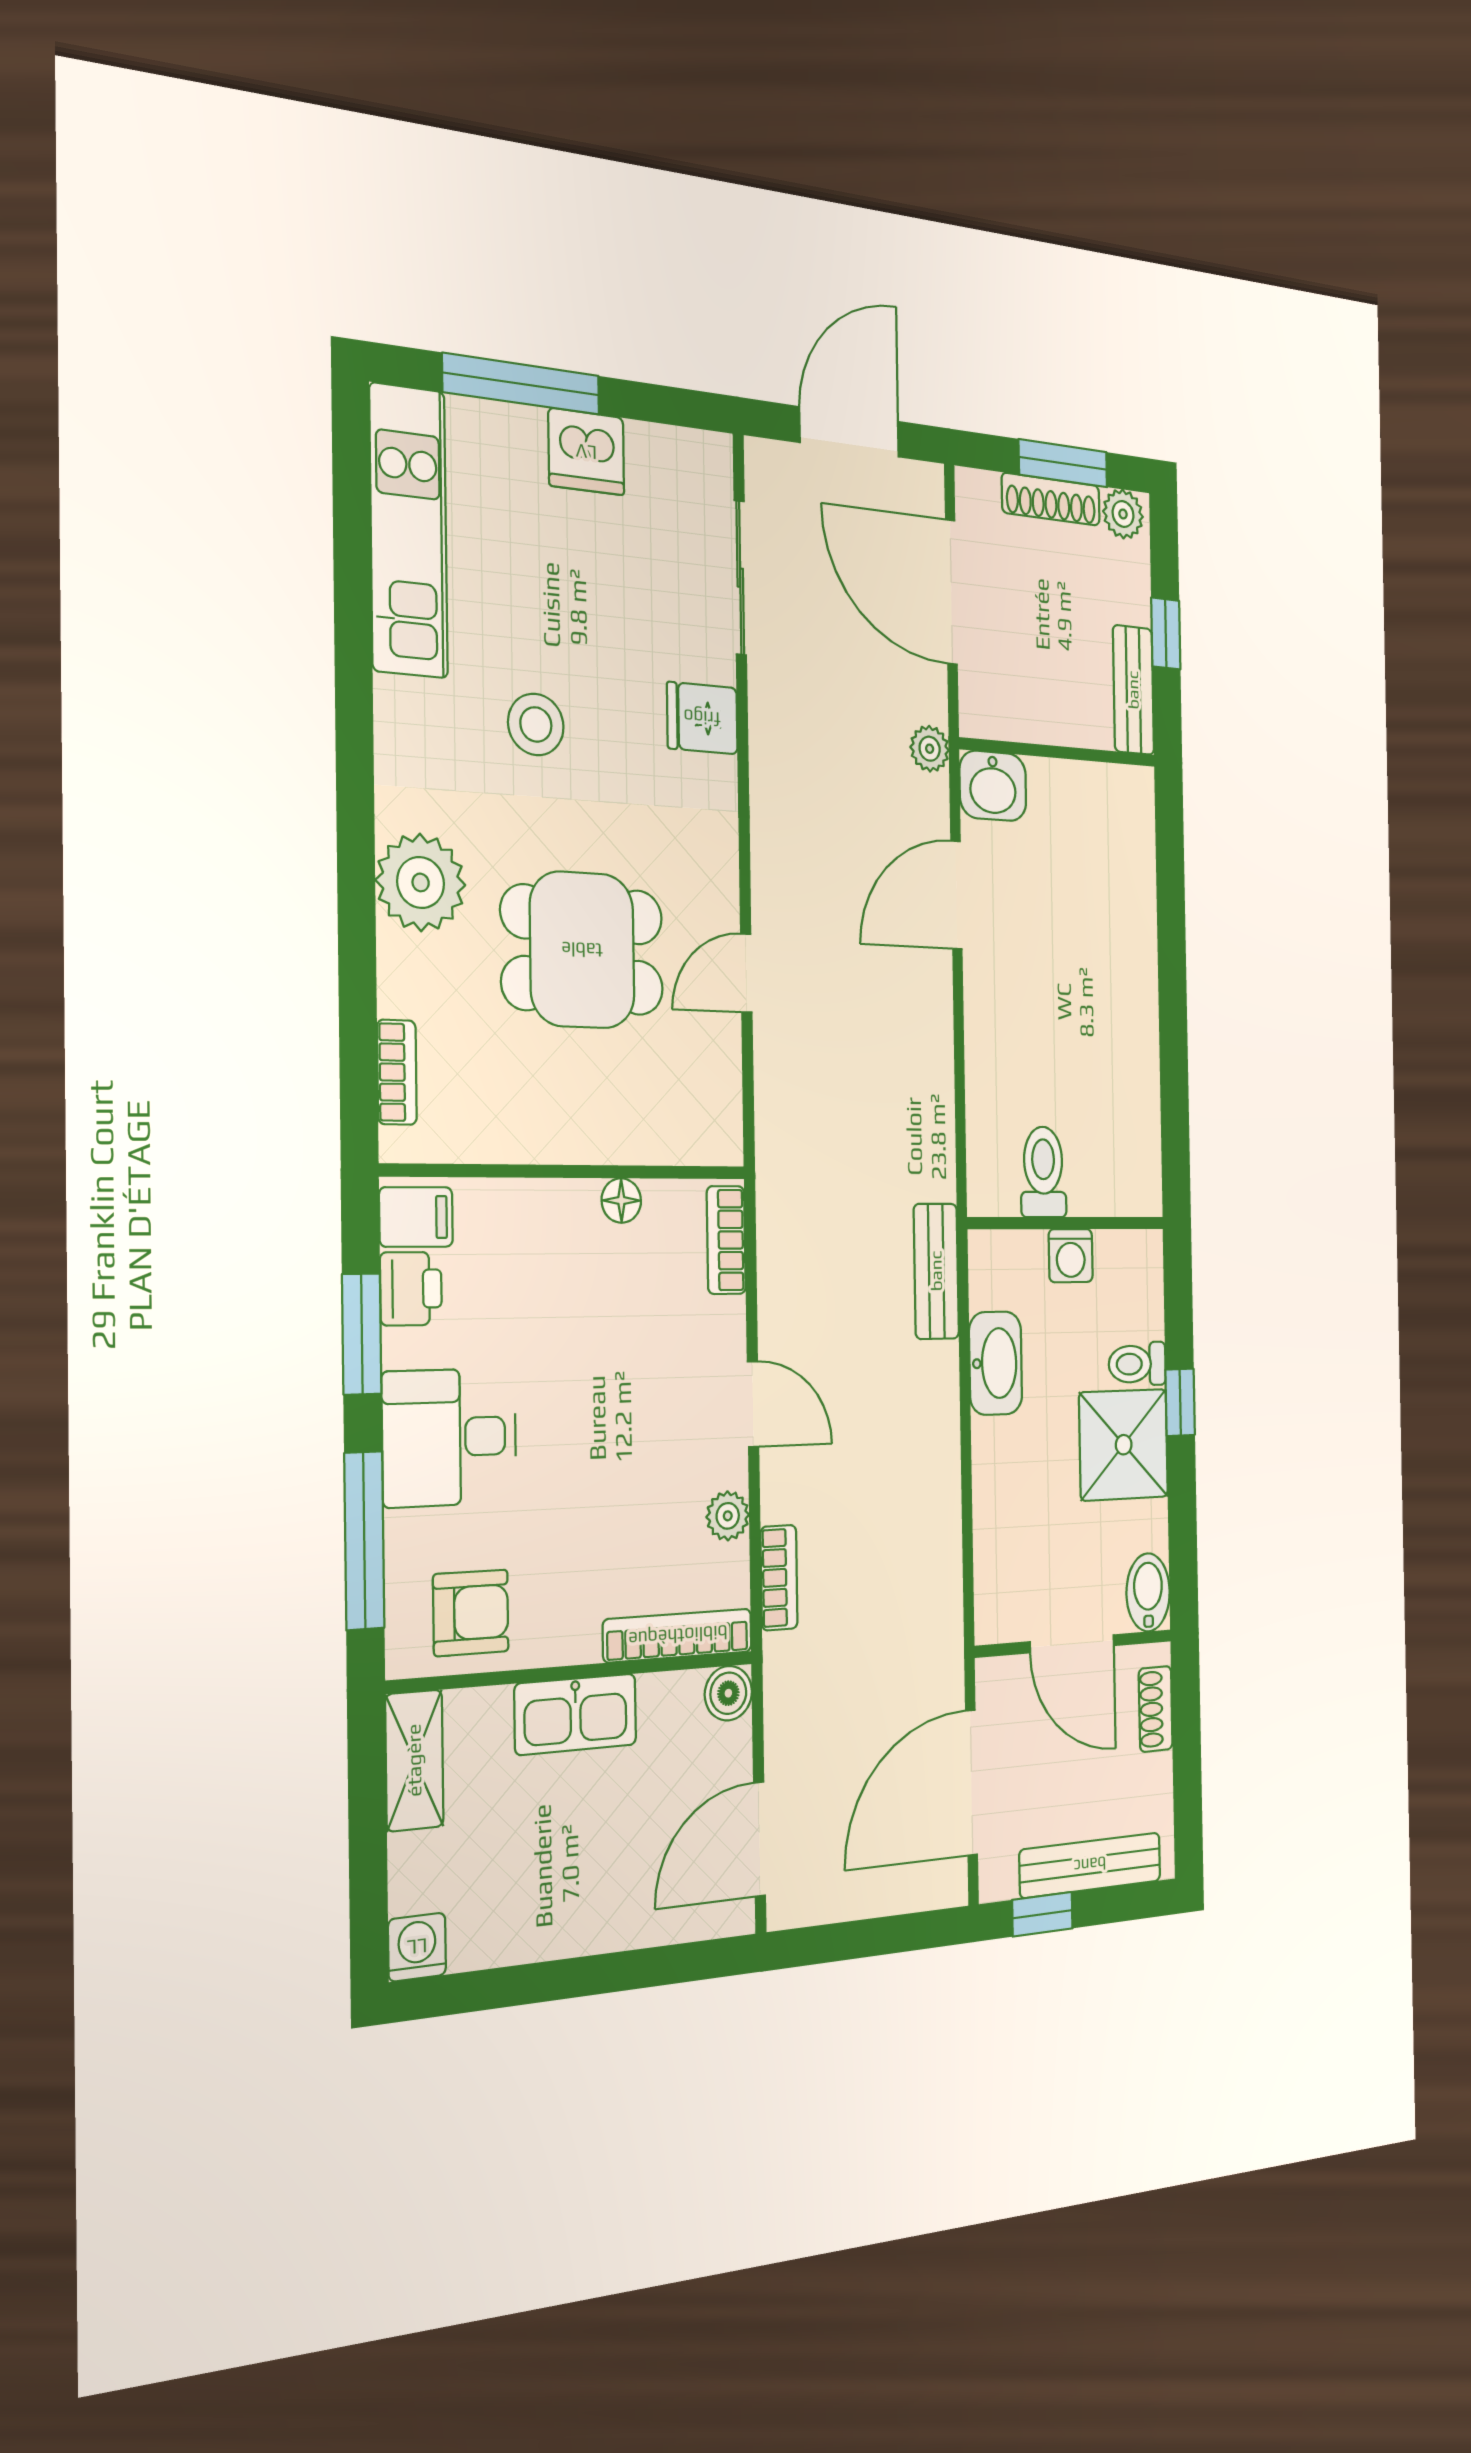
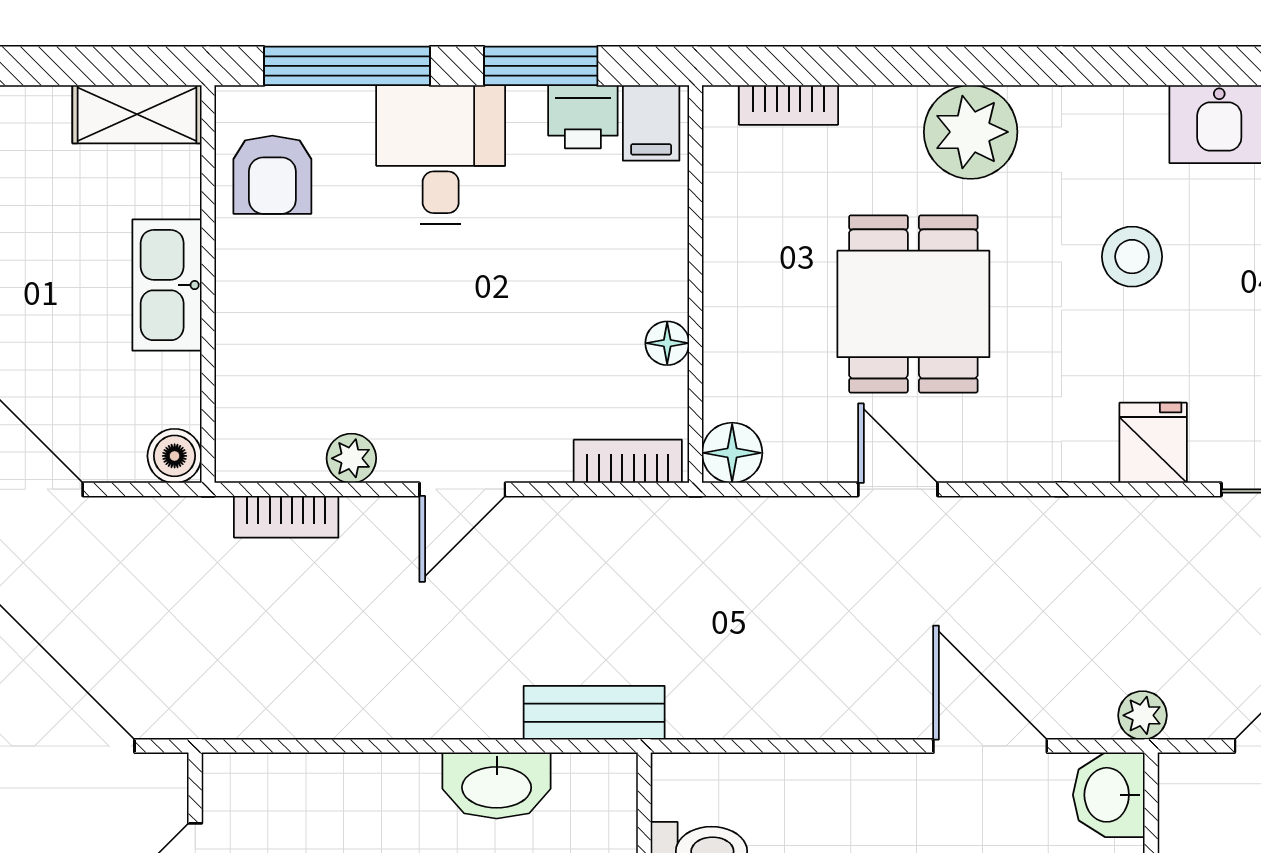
floor lamp: (717, 1136) -> (732, 453), added
bookcase: (678, 1636) -> (236, 399), removed

